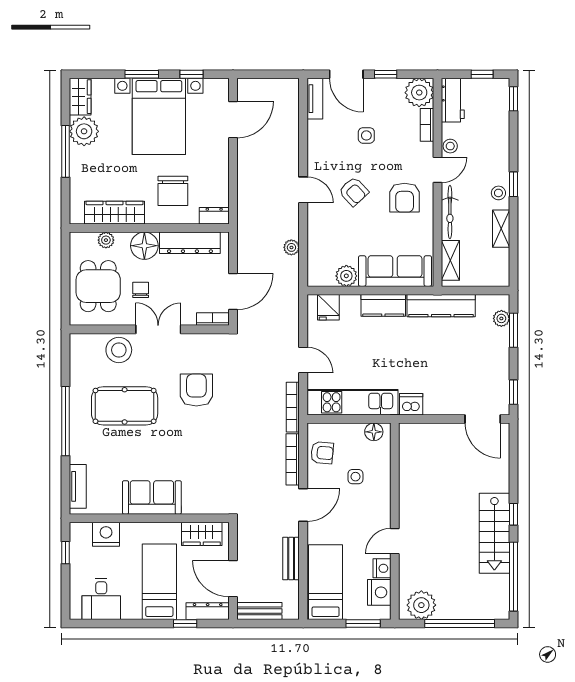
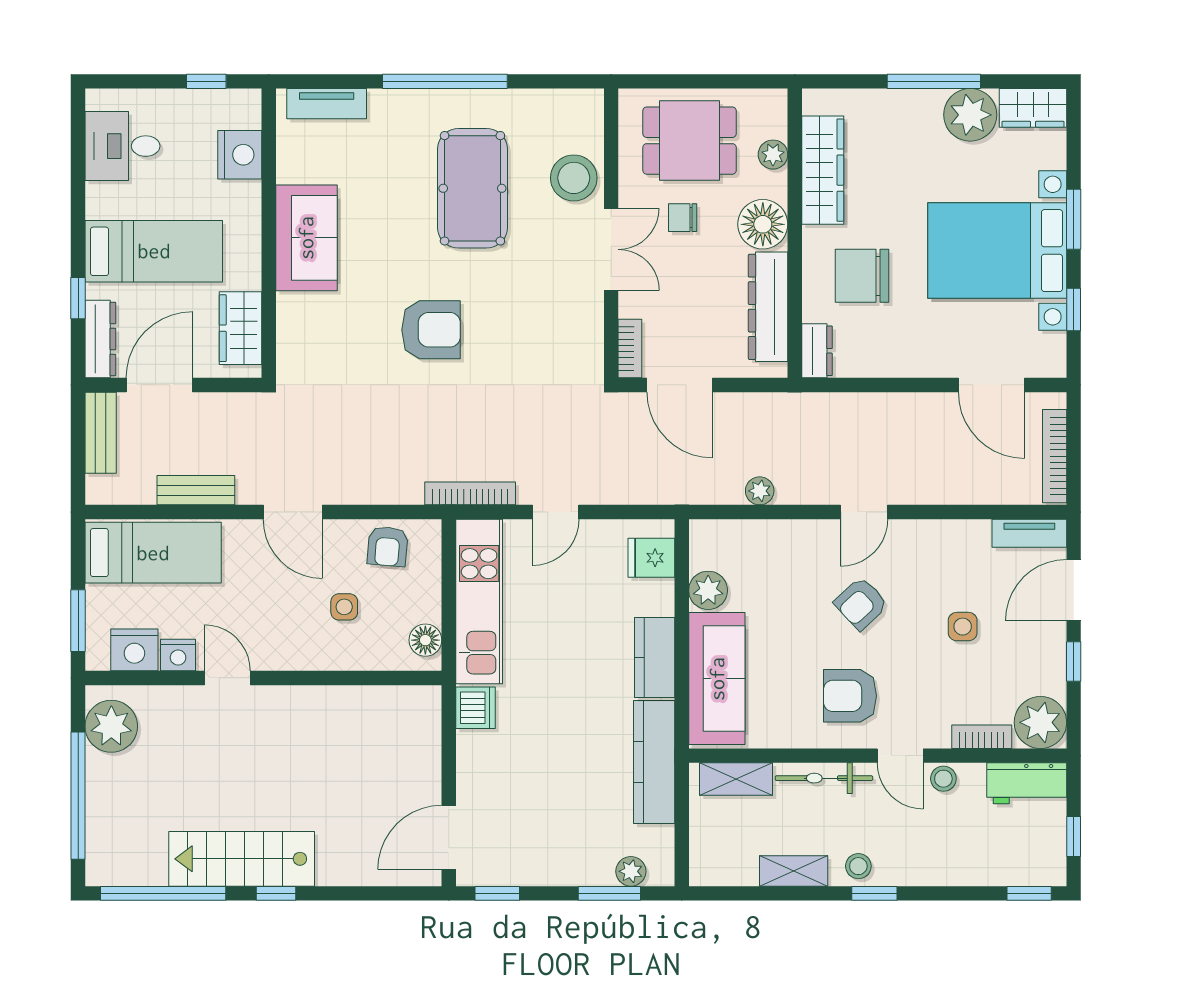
chair: (141, 290) -> (683, 218), turned 180
armchair: (196, 390) -> (431, 330), moved
bookcase: (293, 459) -> (1055, 456), moved, turned -90

